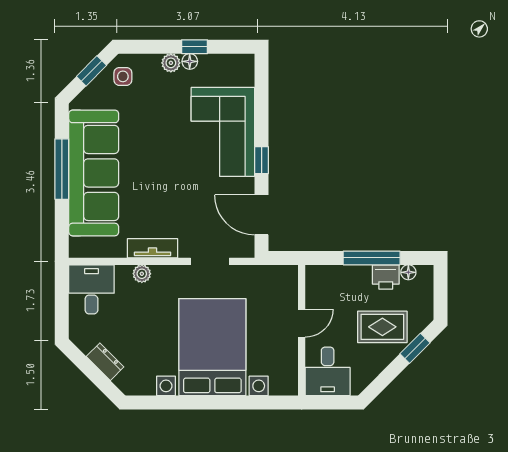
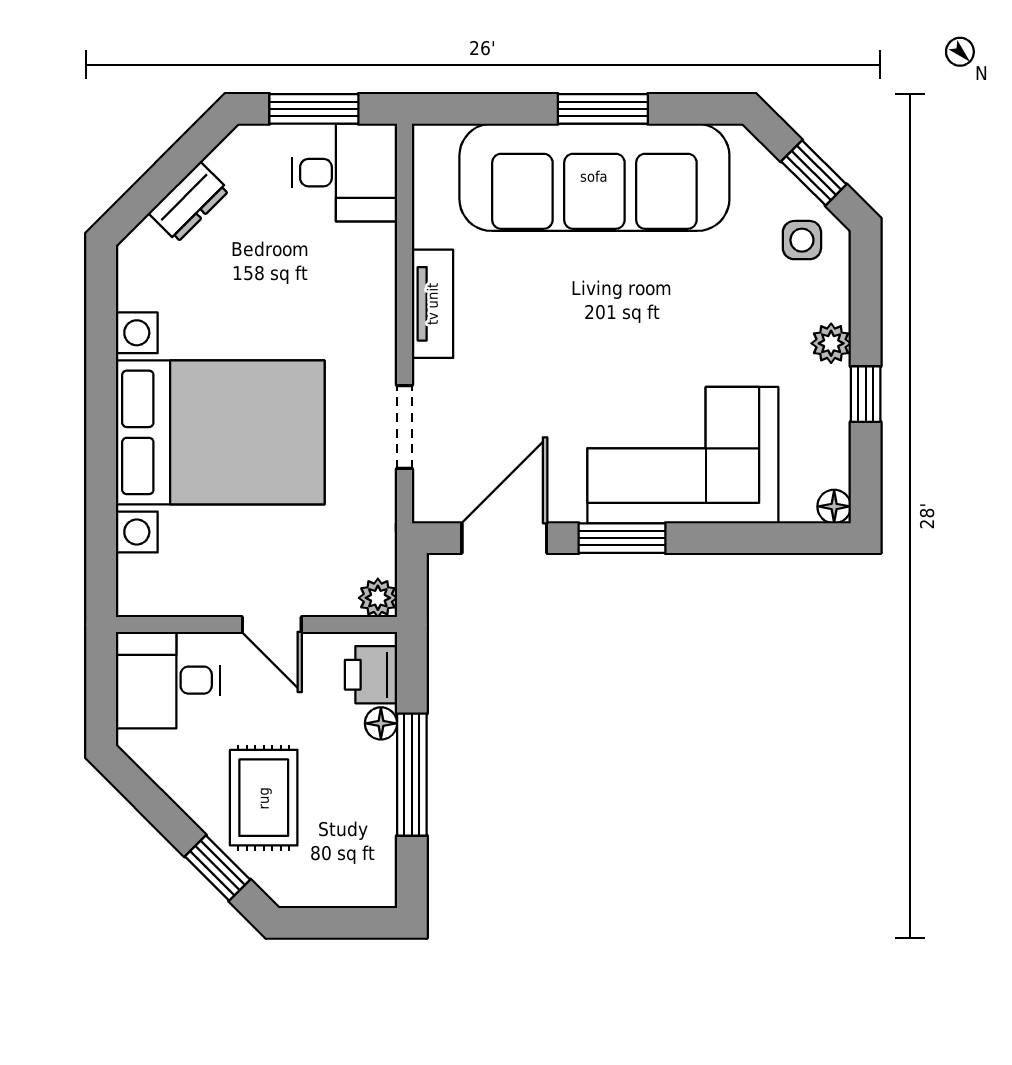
floor lamp: (190, 61) -> (834, 506), moved
window: (262, 160) -> (622, 538), width x1.50
window: (62, 169) -> (603, 109), width x0.69
floor lamp: (408, 272) -> (381, 723), moved
plant: (142, 274) -> (378, 598), moved
printer: (386, 277) -> (371, 675), moved
window: (62, 304) -> (314, 109), added

